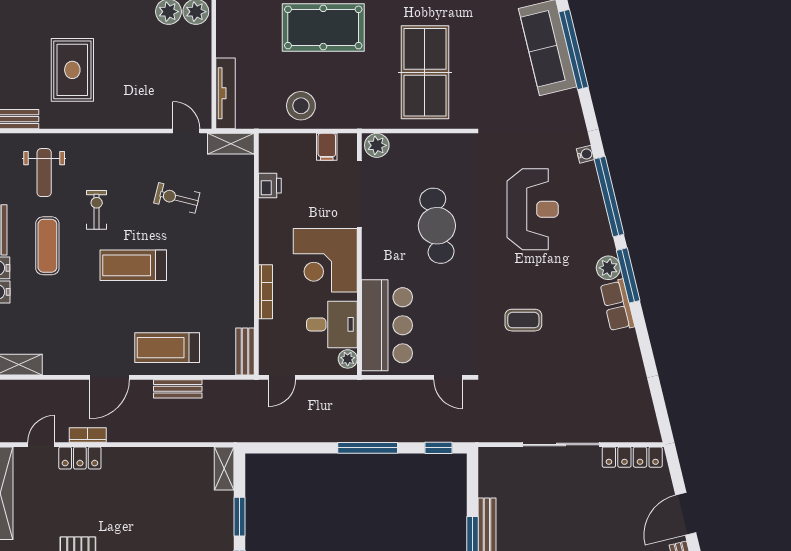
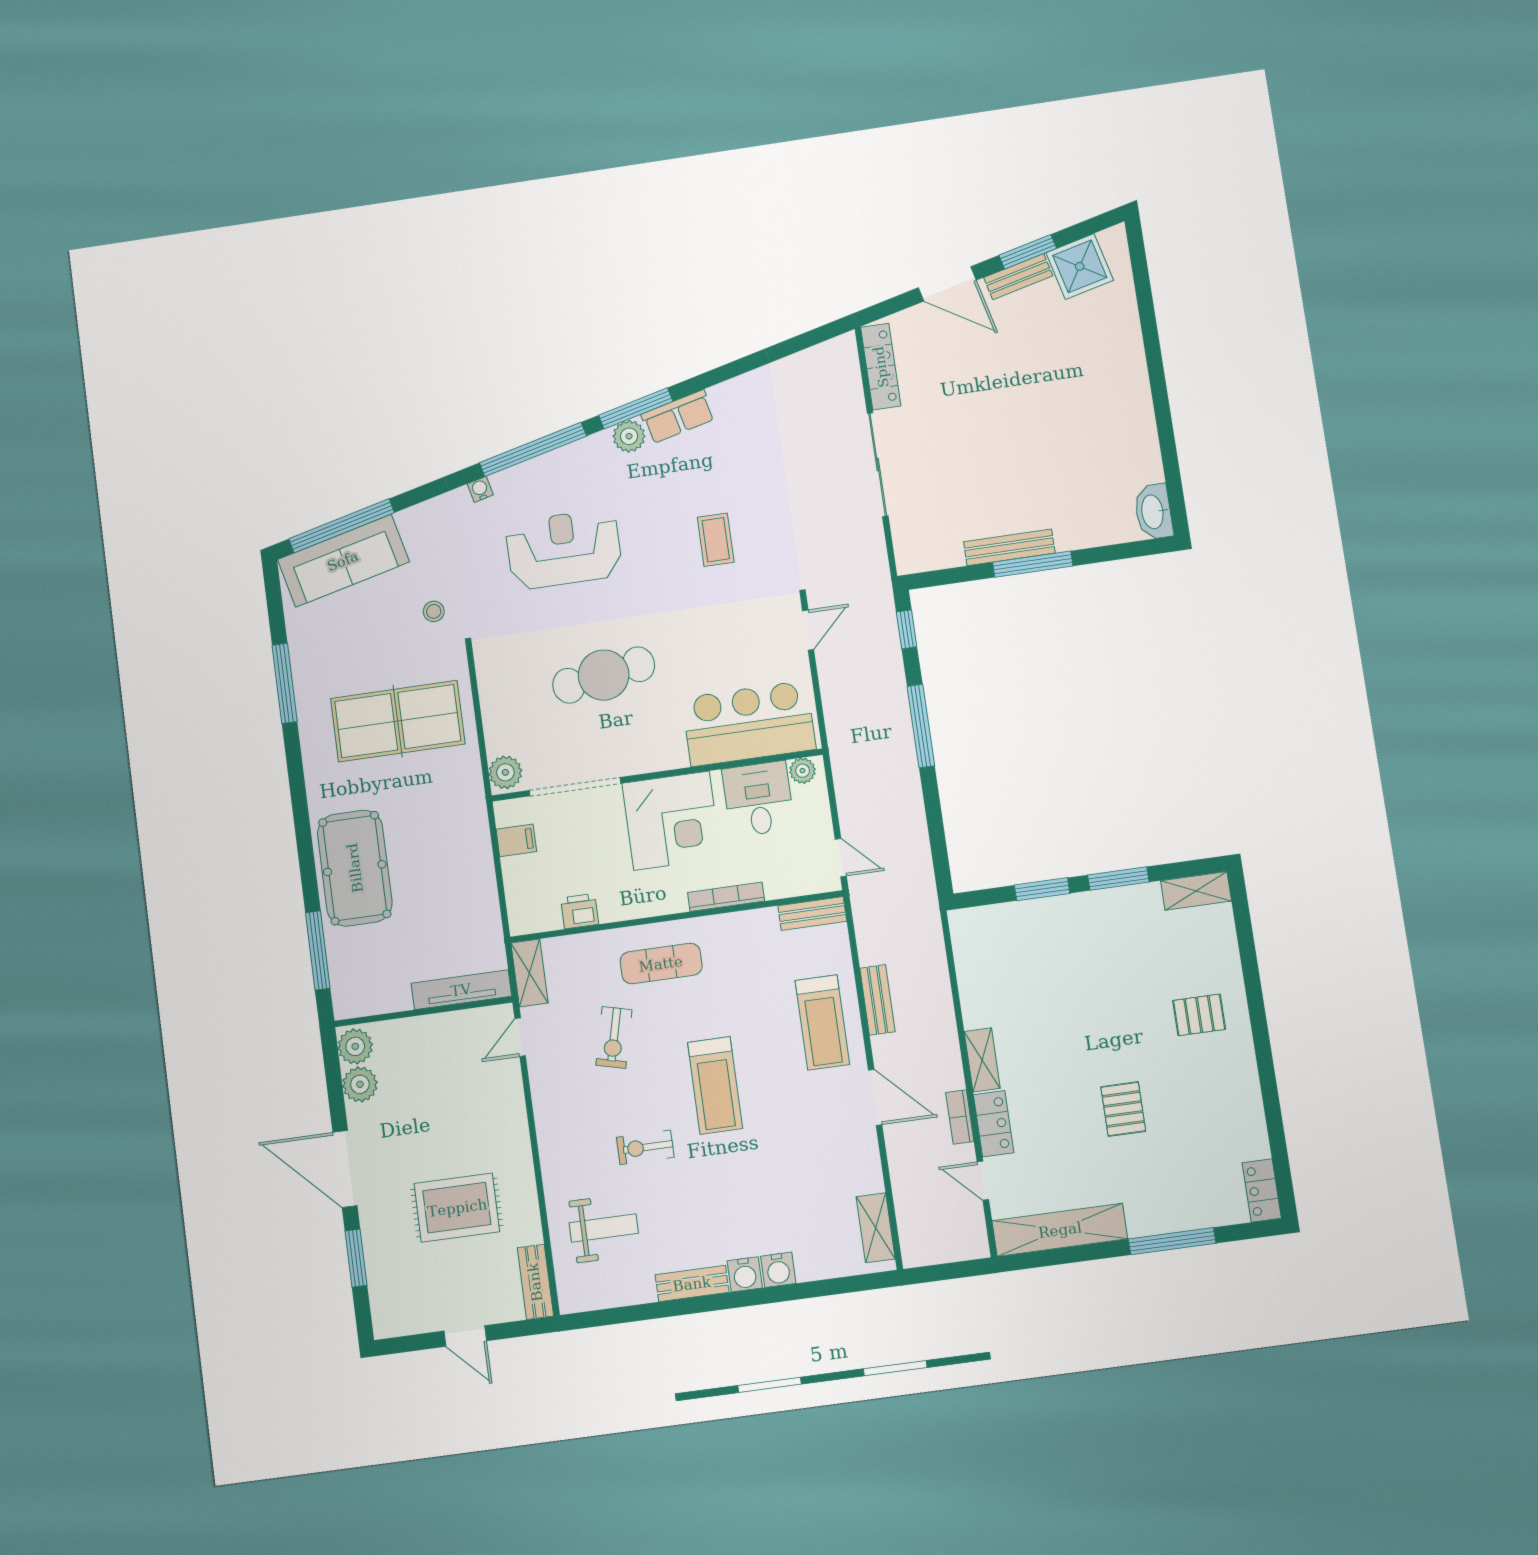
stool: (301, 106) -> (434, 611), moved, width x0.53, depth x0.53
exercise mat: (47, 246) -> (661, 964), moved
shelving: (224, 468) -> (982, 1060), moved, turned 90

